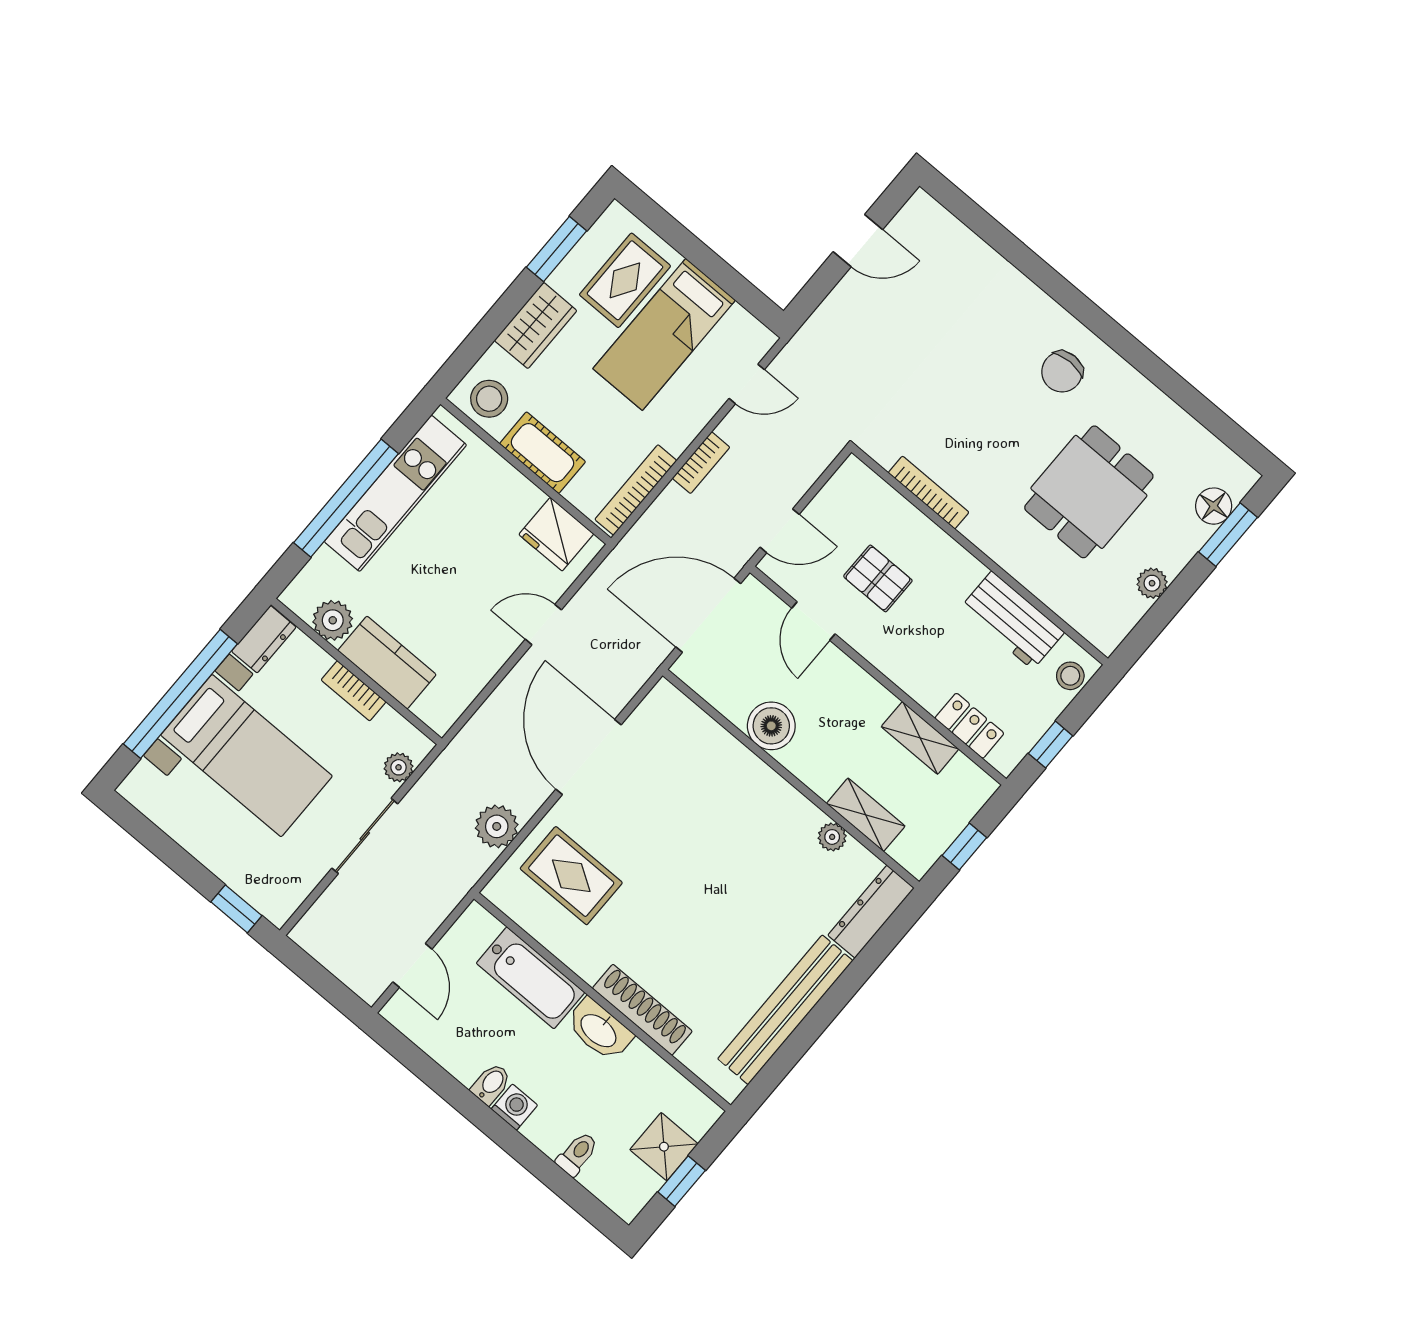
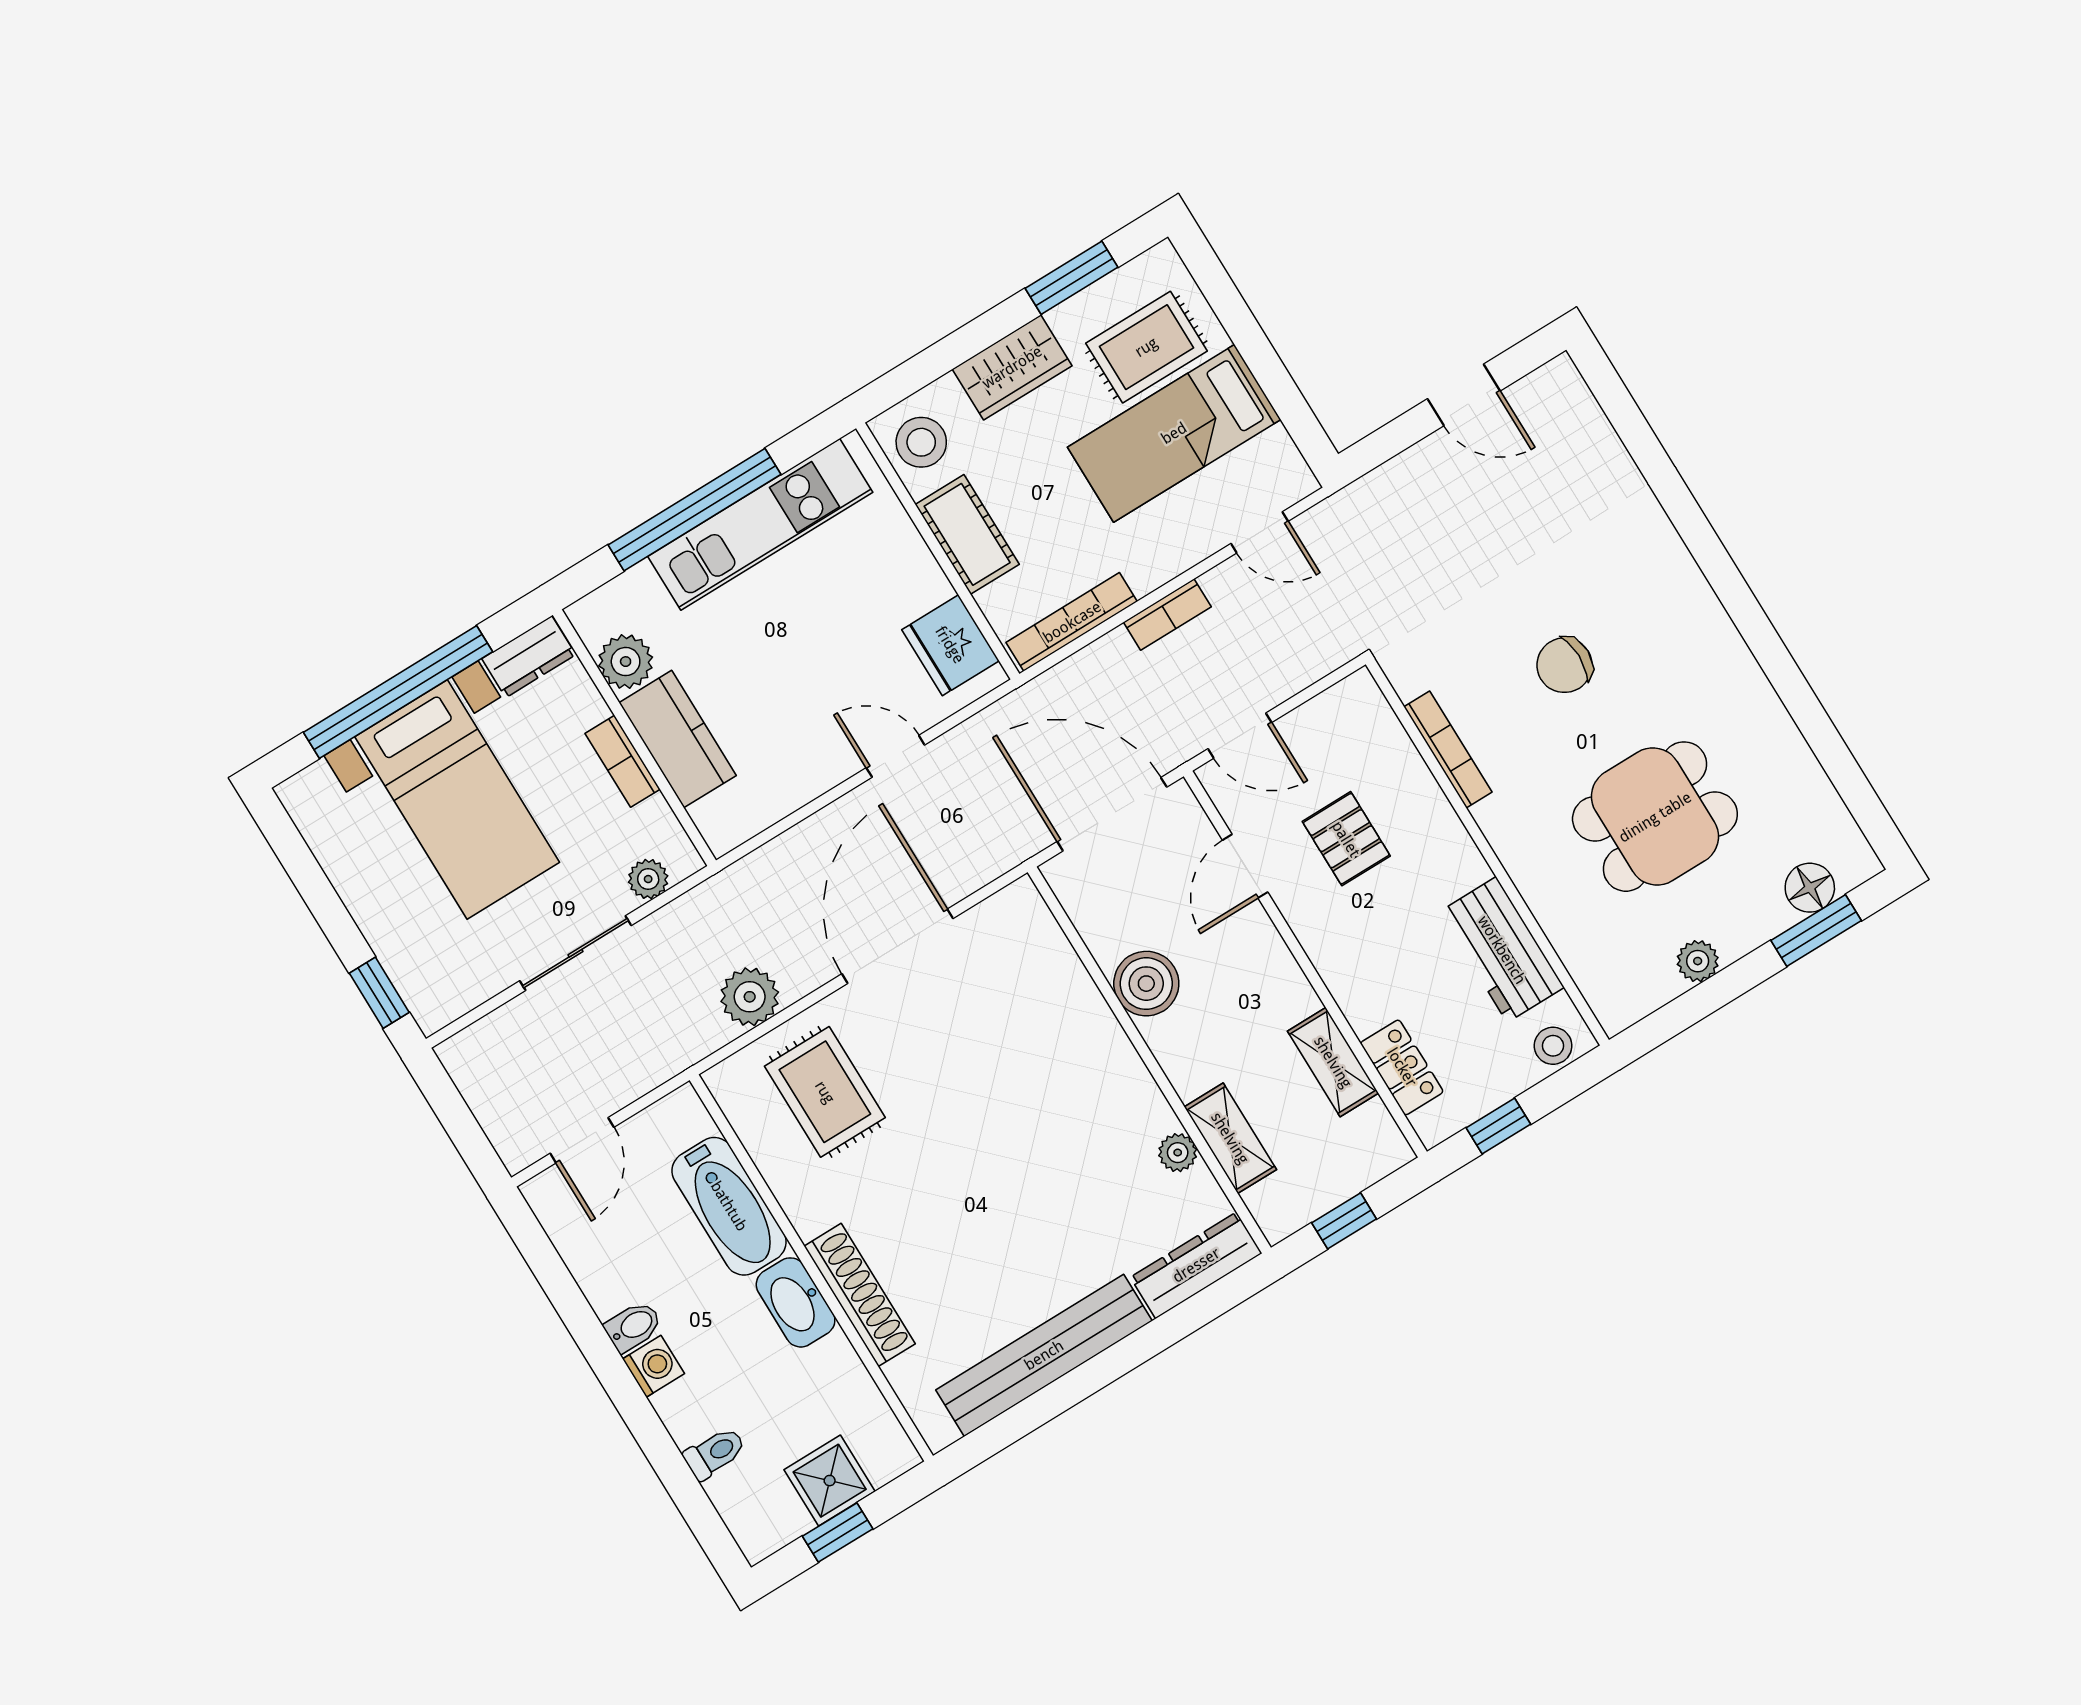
chair: (1062, 372) -> (1564, 665), moved

